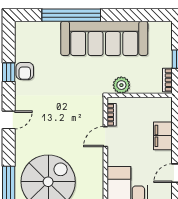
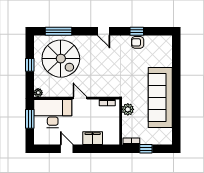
window: (71, 15) -> (176, 75), removed
door: (105, 137) -> (80, 98), moved

